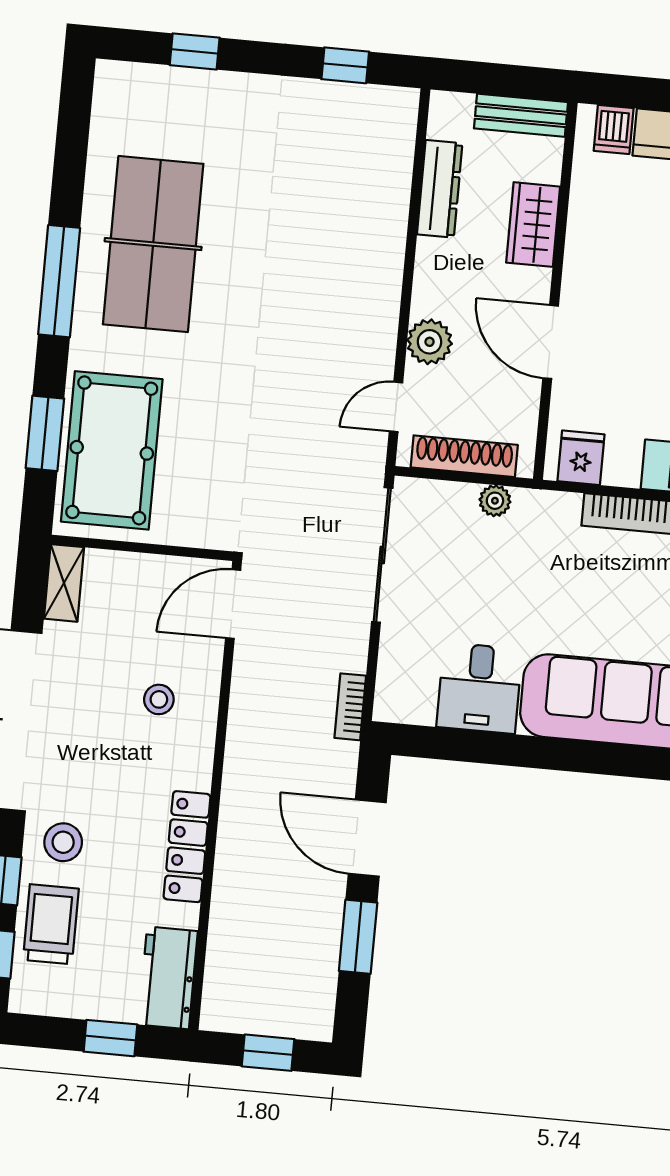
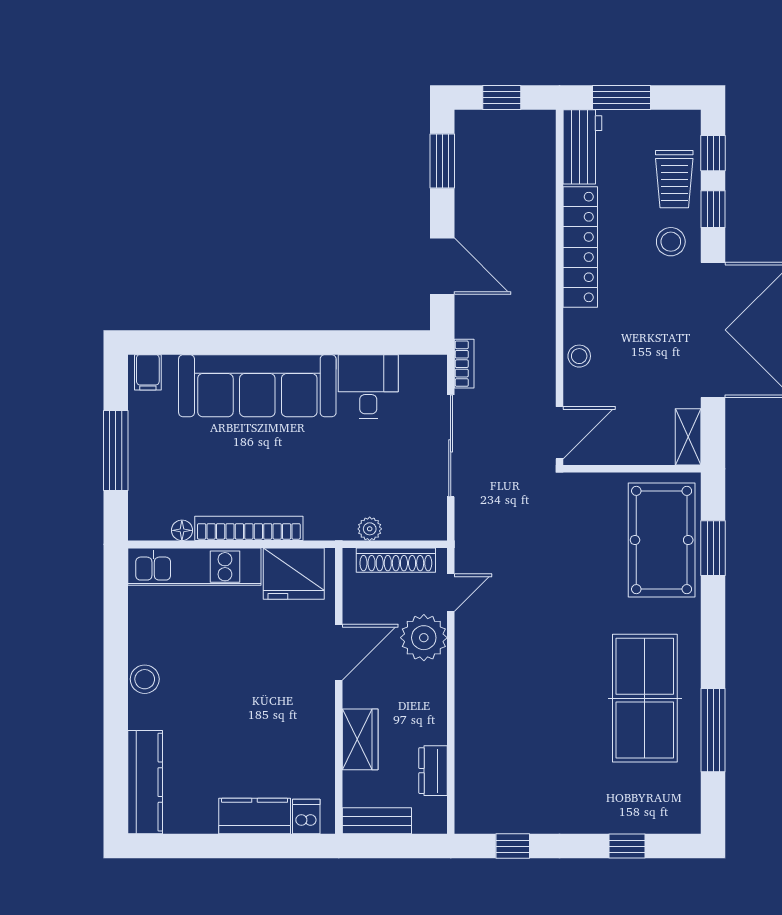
dresser: (440, 189) -> (433, 771), width x0.70
window: (59, 281) -> (713, 730), moved
plant: (430, 342) -> (424, 638), width x1.36, depth x1.36
door: (551, 342) -> (339, 652), hinge flipped
fridge: (581, 458) -> (294, 574), width x1.88, depth x1.34
sliding door: (382, 555) -> (451, 446), moved
stool: (159, 699) -> (579, 356), moved
locker: (187, 847) -> (580, 247), width x1.41, depth x1.21
window: (358, 937) -> (442, 161), moved
window: (110, 1038) -> (622, 98), width x1.50

